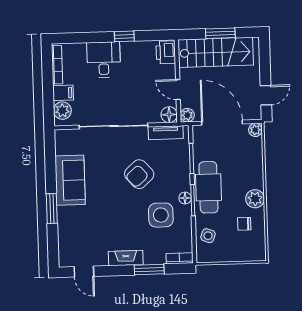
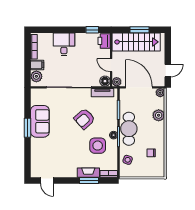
window: (124, 36) -> (92, 30), moved
plant: (255, 199) -> (159, 115), moved
window: (52, 209) -> (28, 128), moved
fireplace: (126, 258) -> (88, 173), moved

